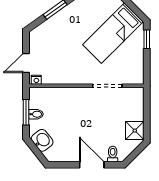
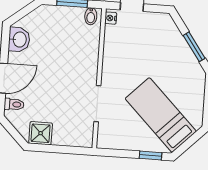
bidet: (36, 114) -> (91, 16), moved
washbasin: (42, 140) -> (19, 39), moved, turned -52

